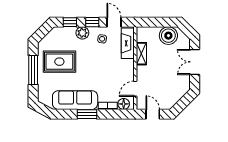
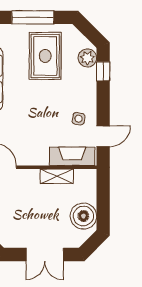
window: (92, 22) -> (103, 104), removed
plant: (82, 33) -> (87, 58), moved
double door: (195, 62) -> (45, 254), swing flipped

